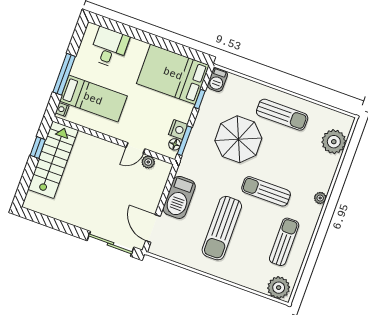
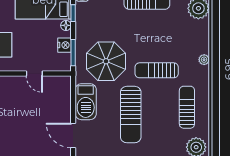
parasol: (238, 139) -> (106, 61), moved
floor lamp: (175, 144) -> (66, 25), moved
door: (136, 148) -> (34, 74), hinge flipped
plant: (148, 162) -> (49, 81), removed

